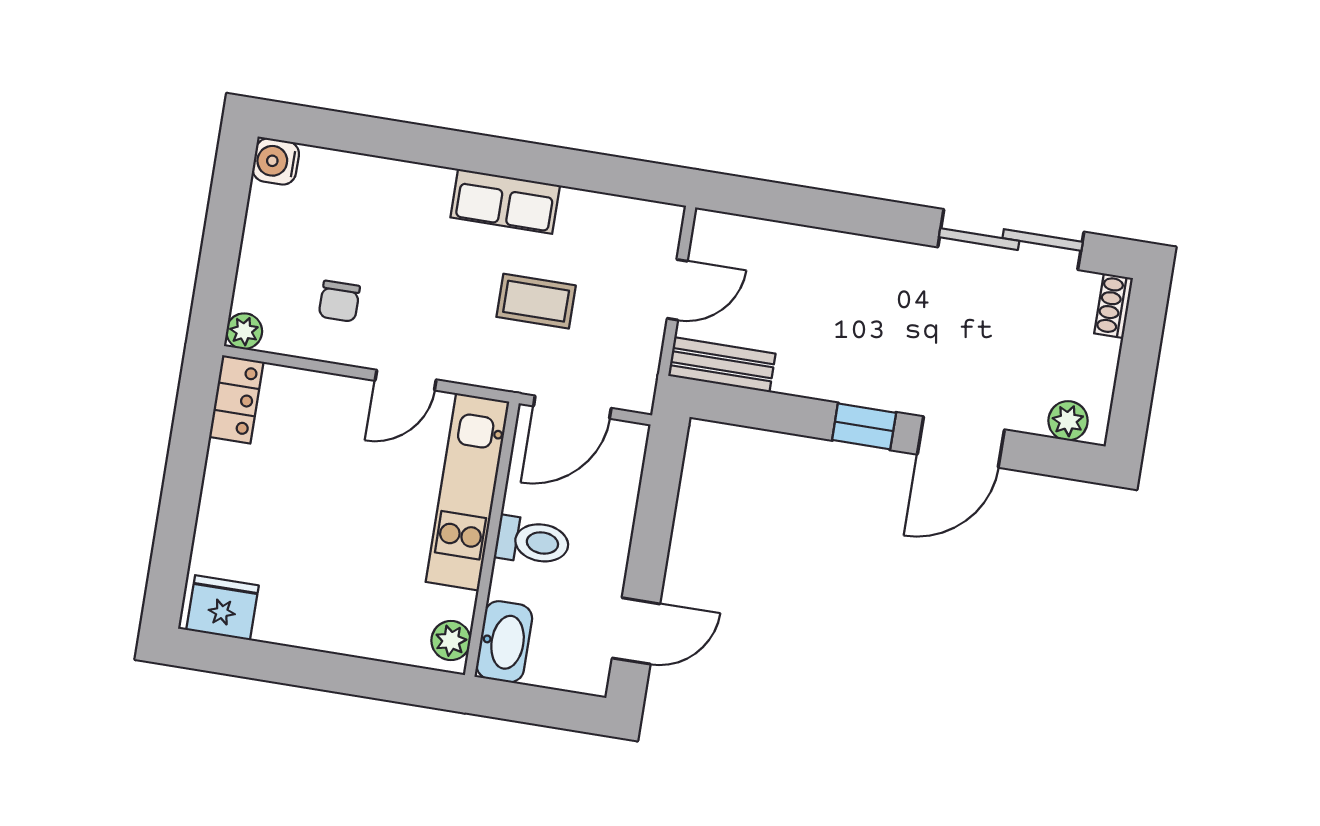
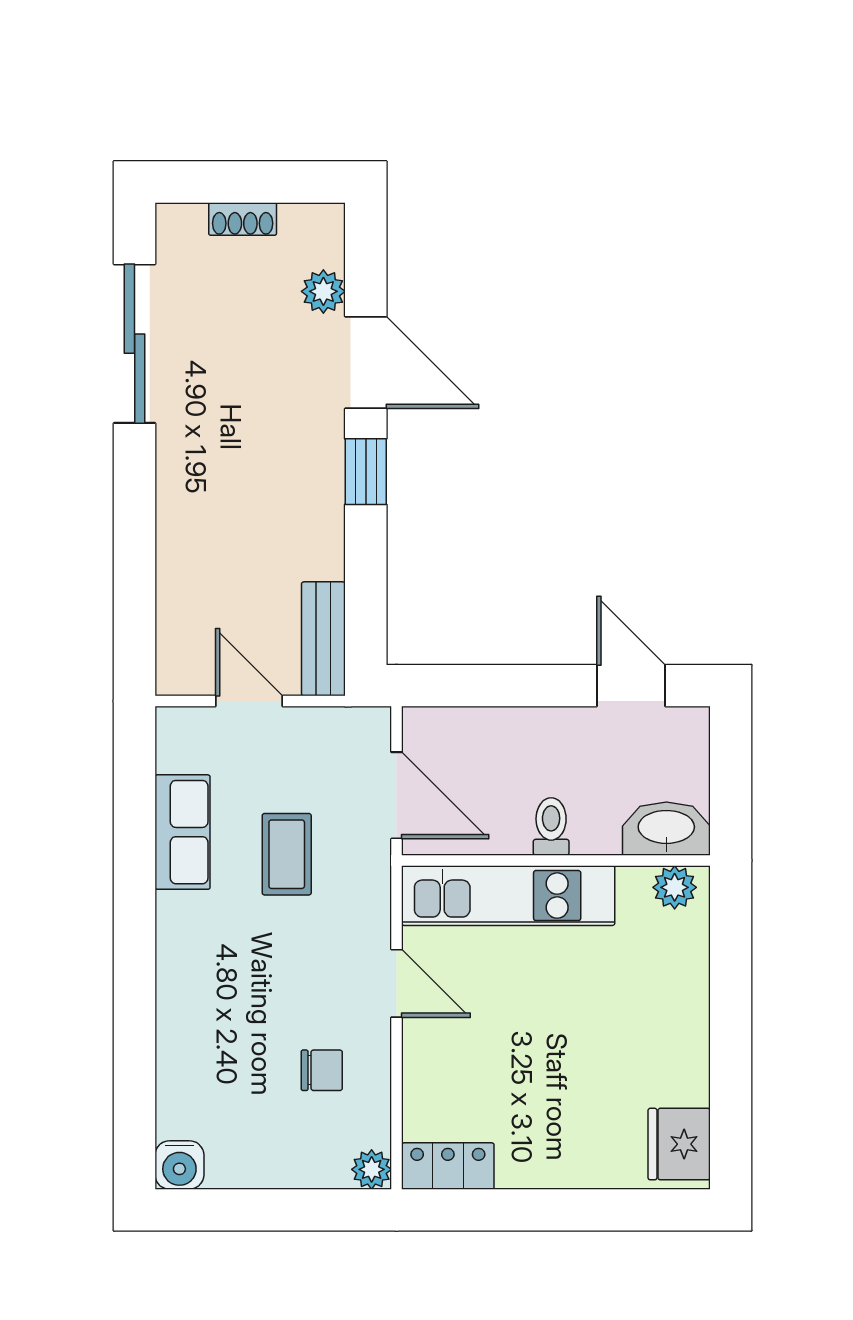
row of seats: (505, 201) -> (183, 832), moved
shoe rack: (1114, 306) -> (243, 219), moved
plant: (1068, 421) -> (323, 291), moved
toilet: (532, 541) -> (551, 826), width x0.73, depth x0.72

